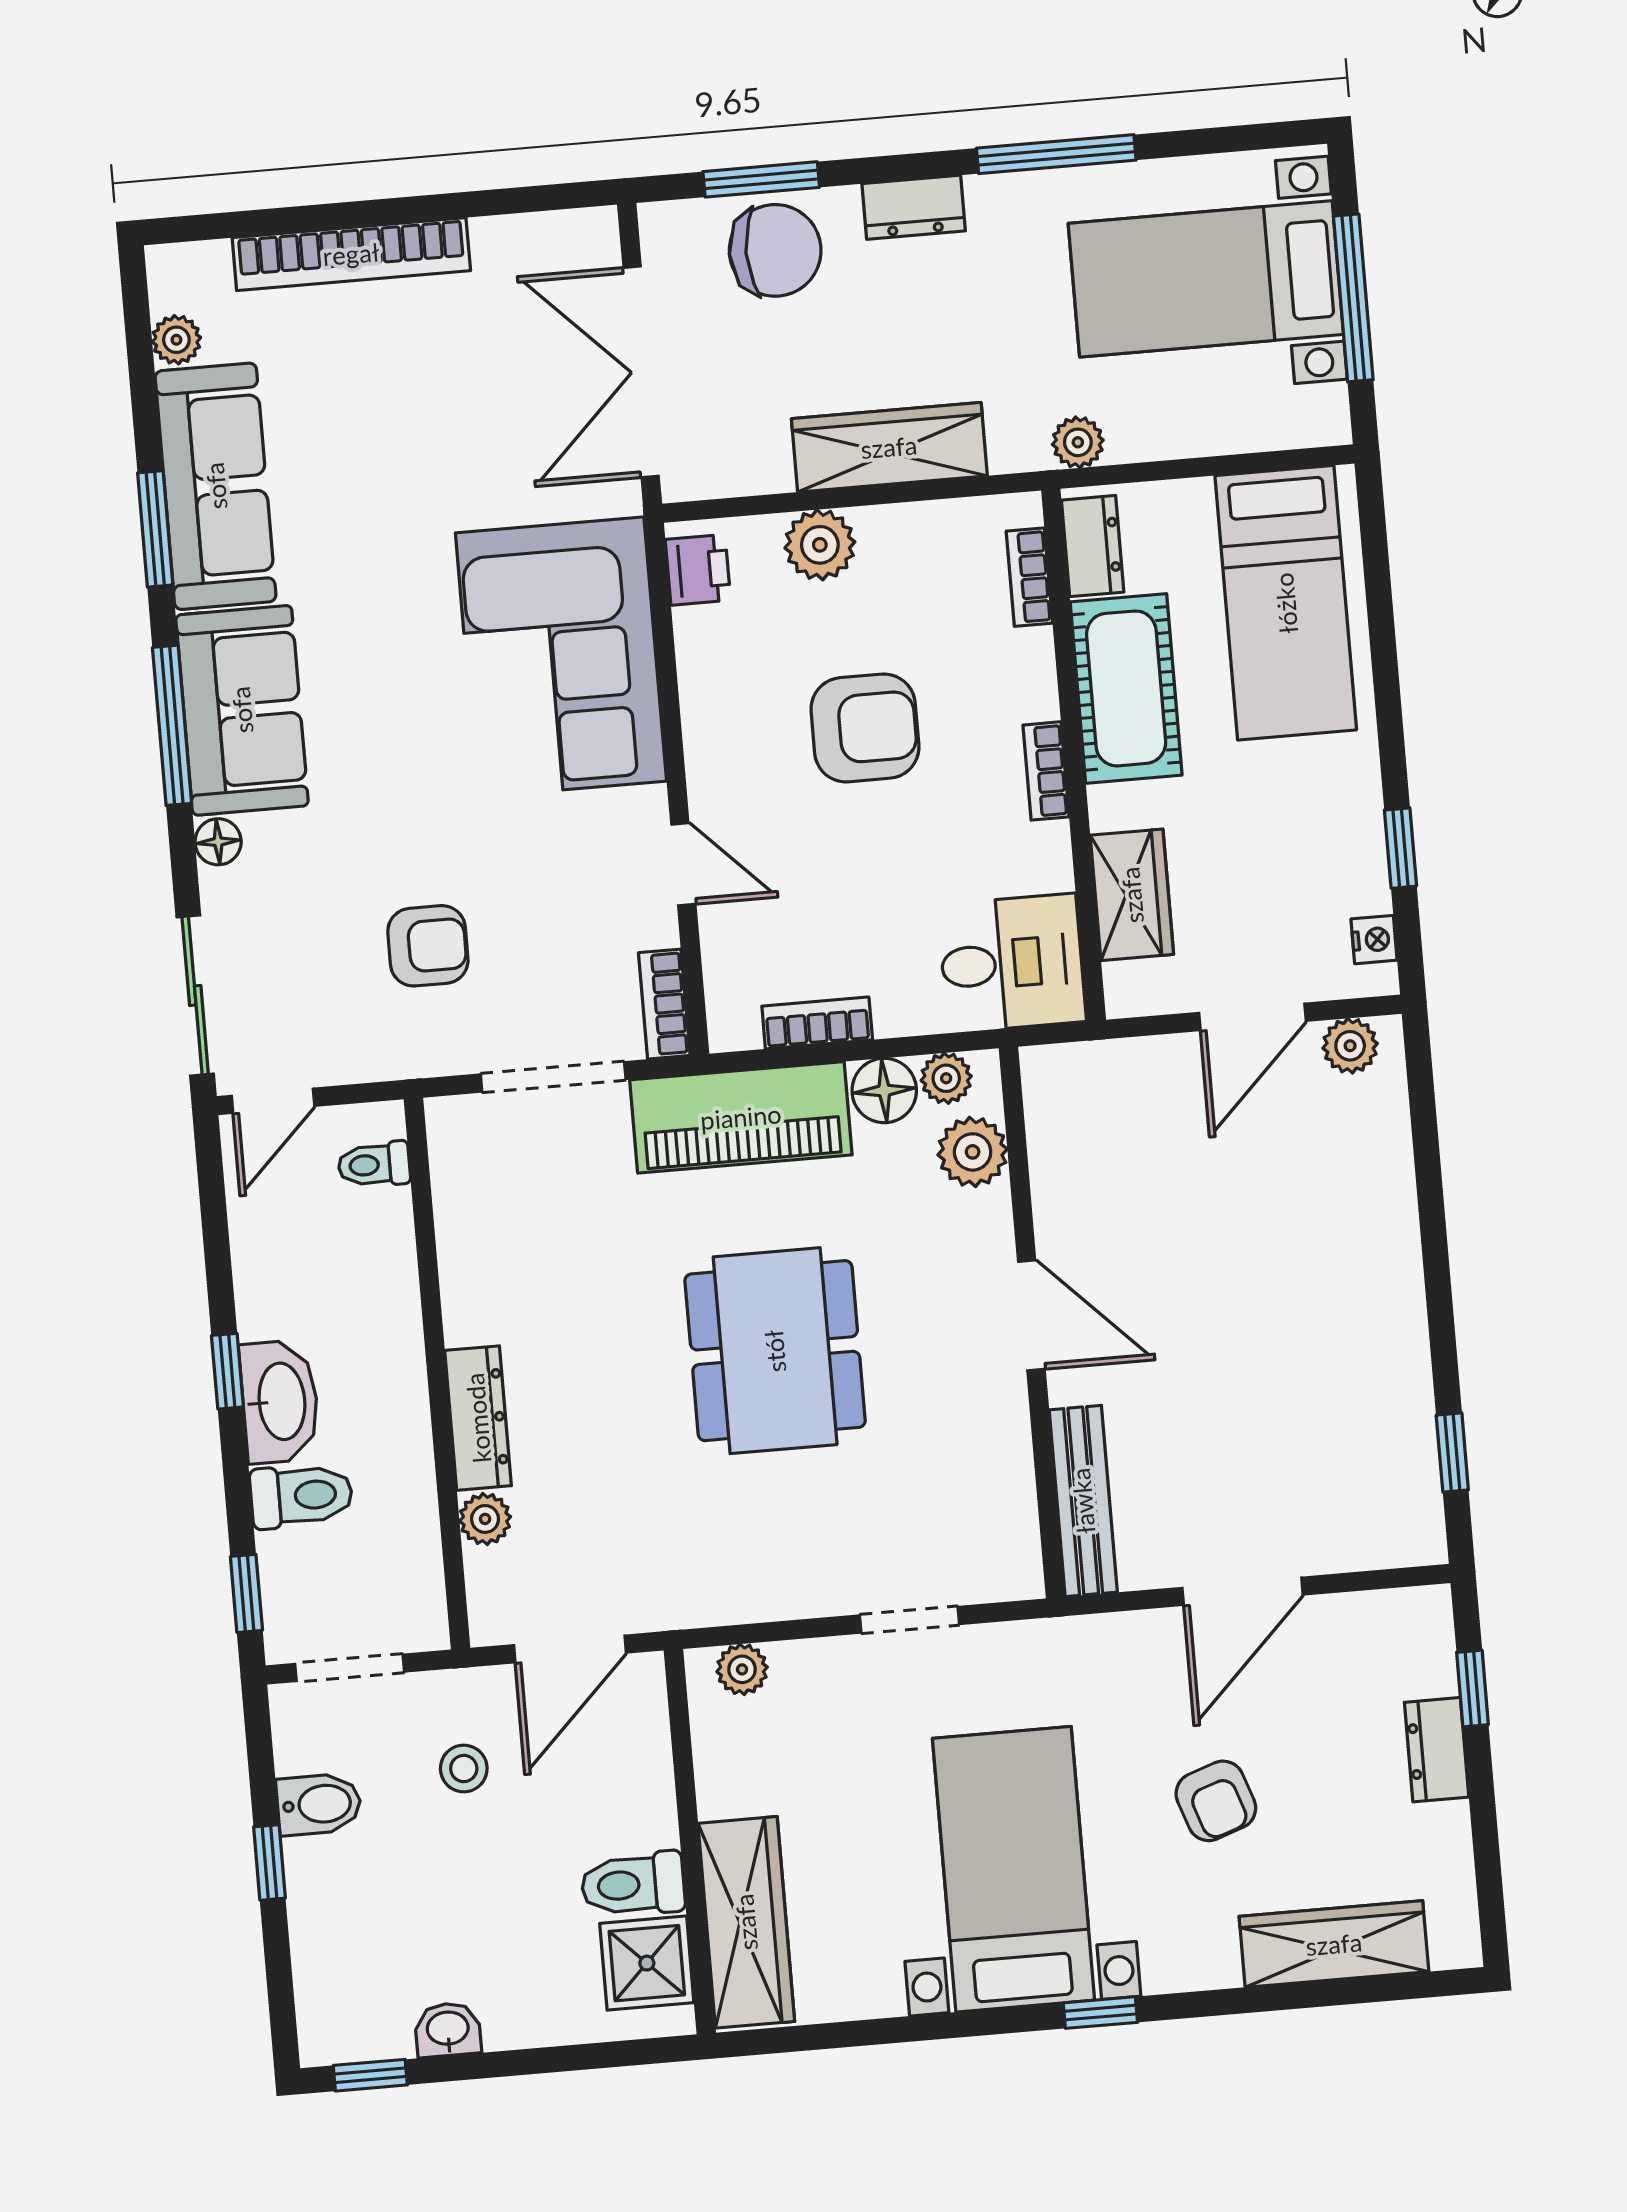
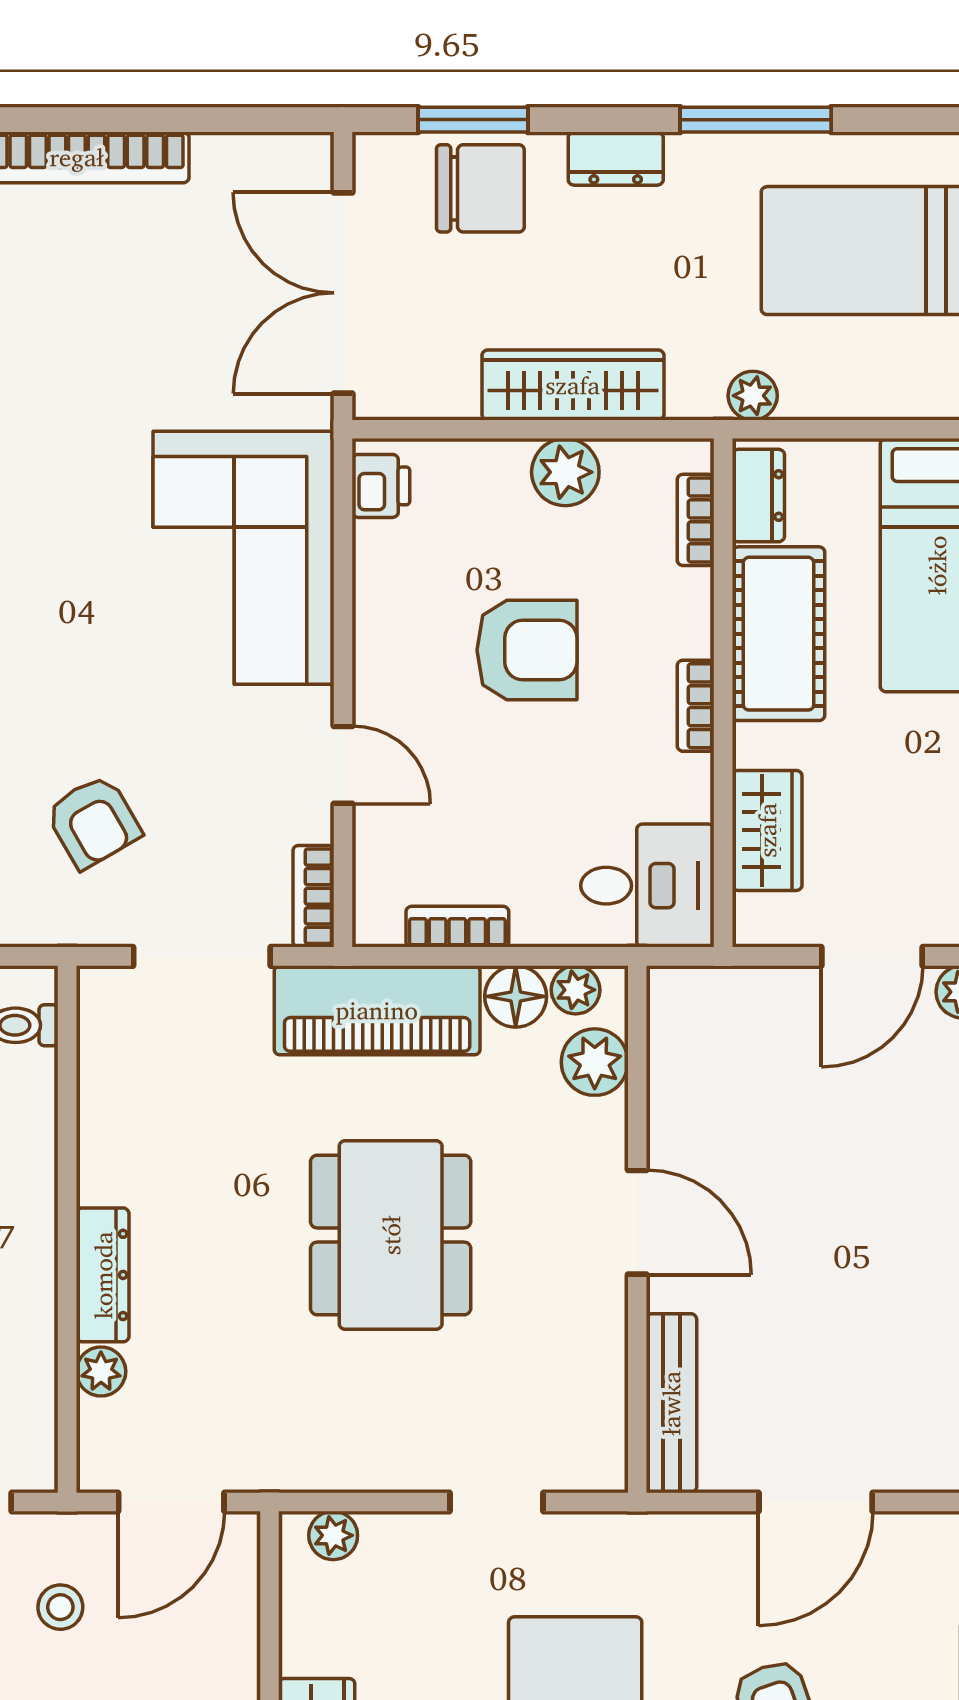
plant: (820, 545) -> (565, 472), moved
armchair: (428, 946) -> (93, 822), turned 60

